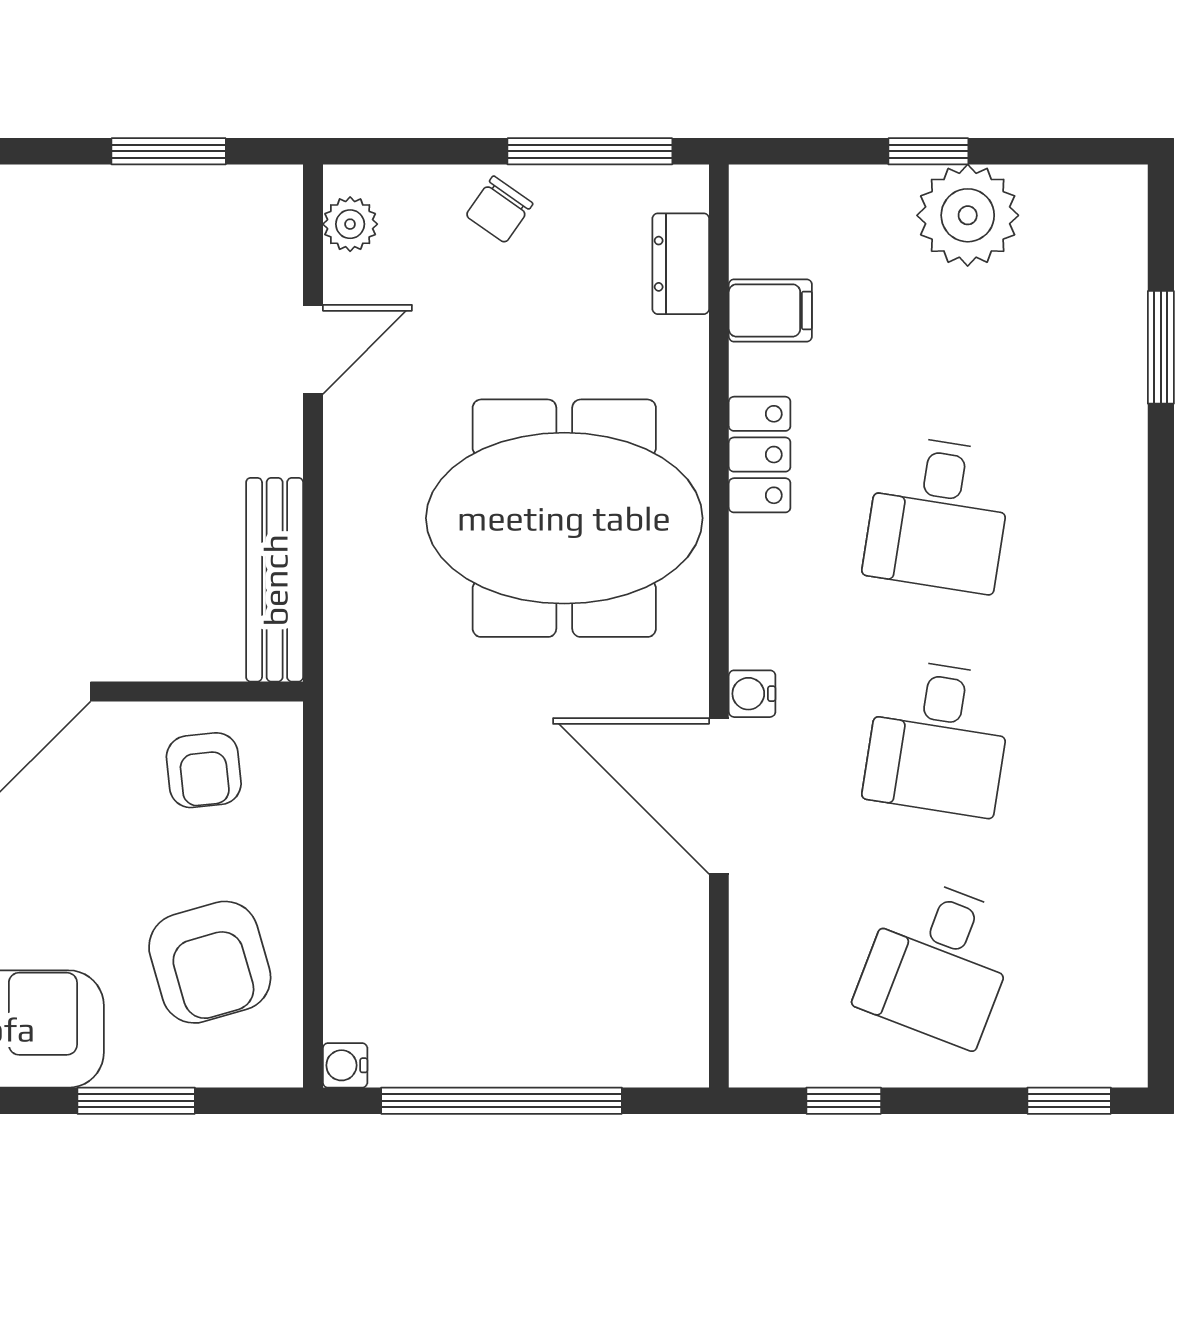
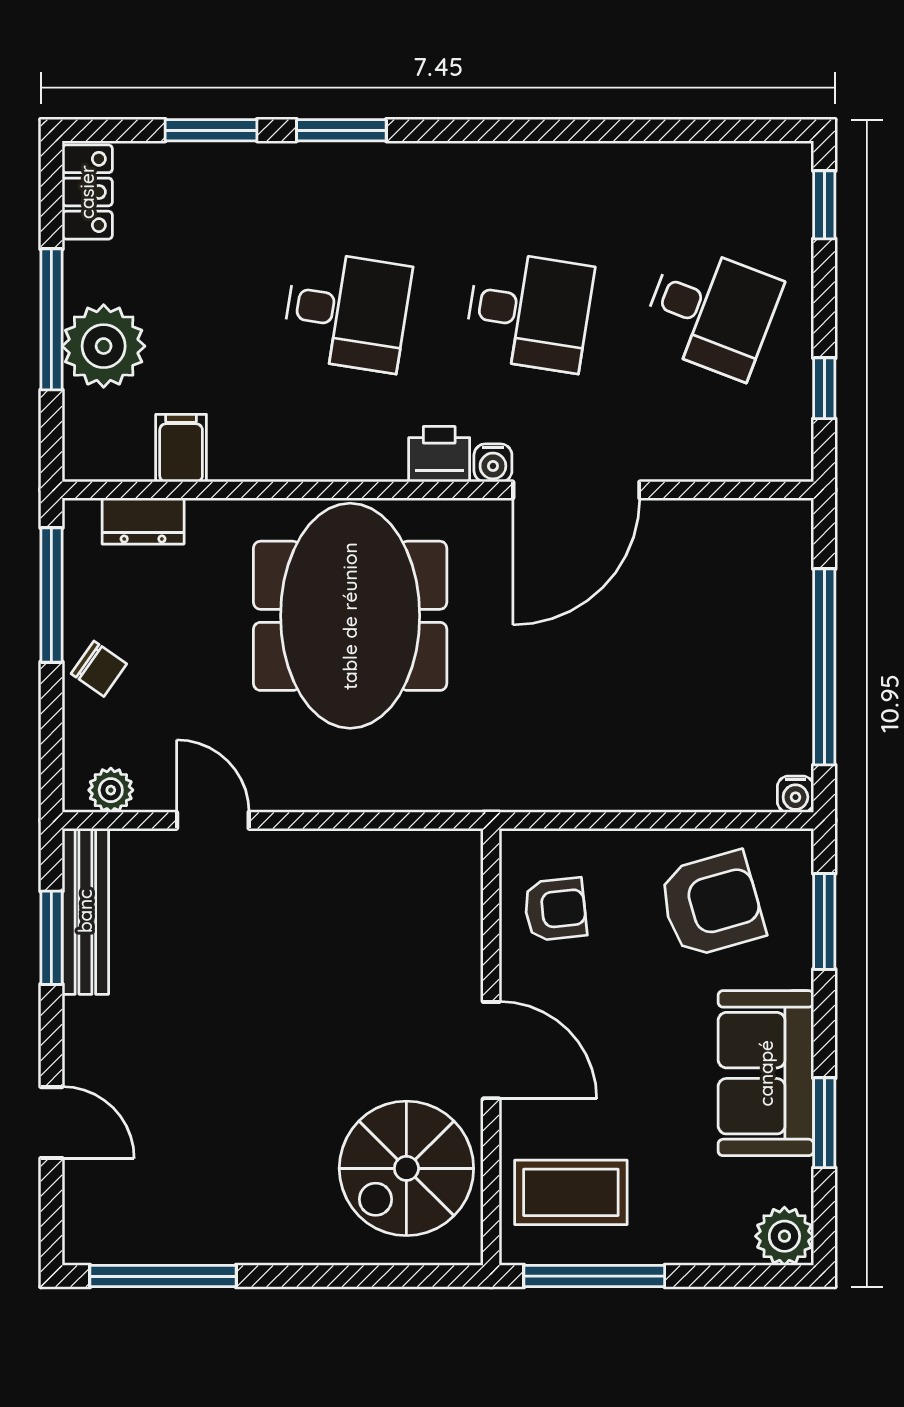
window: (928, 151) -> (51, 319), width x2.17
plant: (968, 215) -> (104, 346), moved
locker: (760, 455) -> (87, 192), moved, turned 90
window: (1161, 507) -> (341, 130), added
bench: (275, 580) -> (85, 911), moved, turned 90
printer: (763, 628) -> (439, 454), added
window: (136, 1101) -> (824, 921), moved

